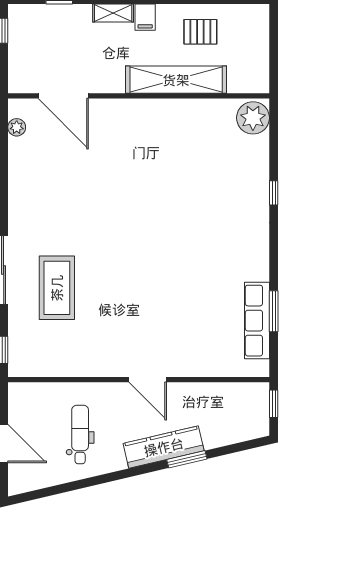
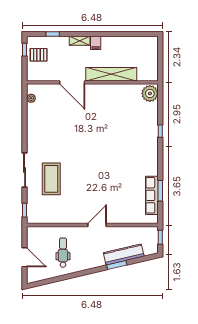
pallet: (200, 32) -> (39, 55), moved
door: (63, 96) -> (72, 82), moved
door: (148, 380) -> (97, 225), swing flipped
kitchen counter: (164, 447) -> (124, 255), moved

